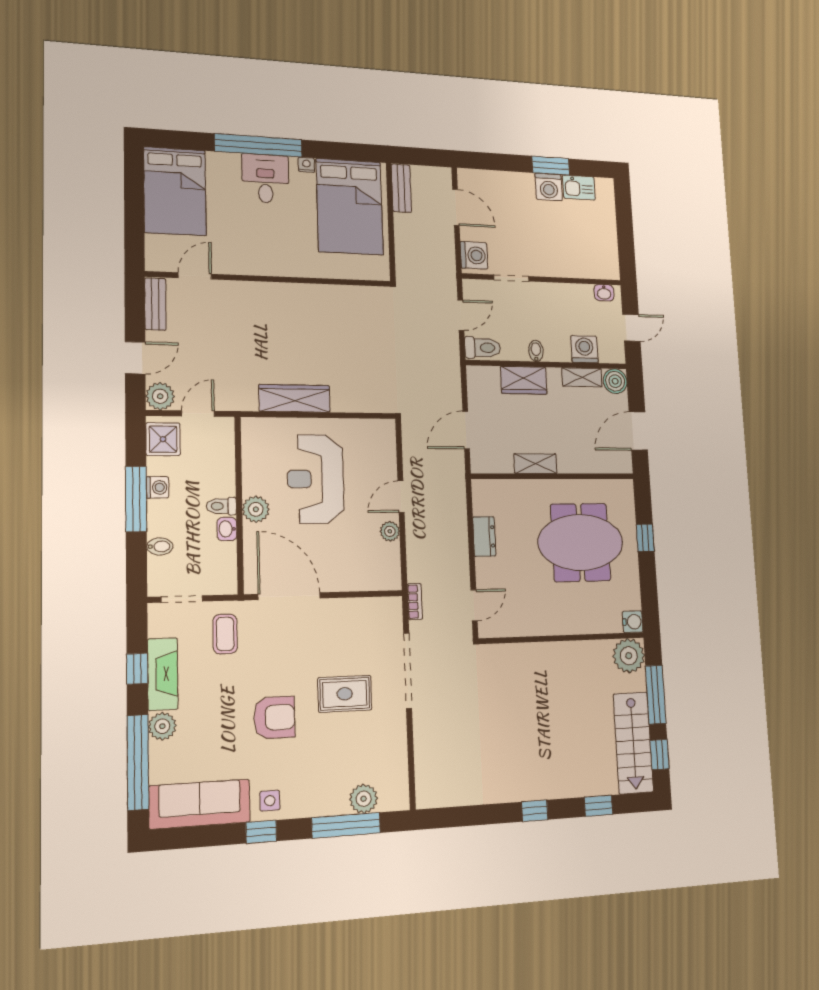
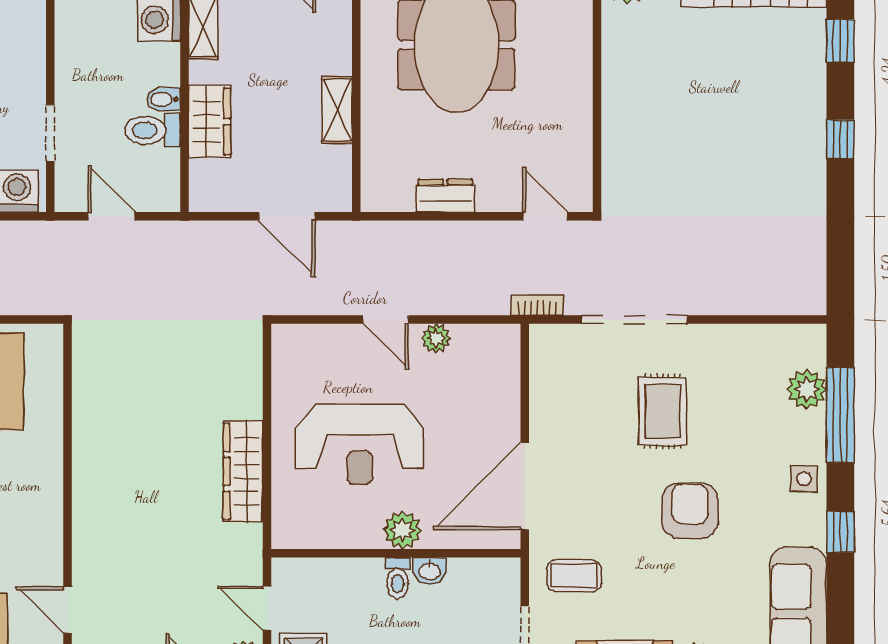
toilet: (483, 348) -> (153, 130), moved, turned -90
side table: (270, 801) -> (804, 479), moved

